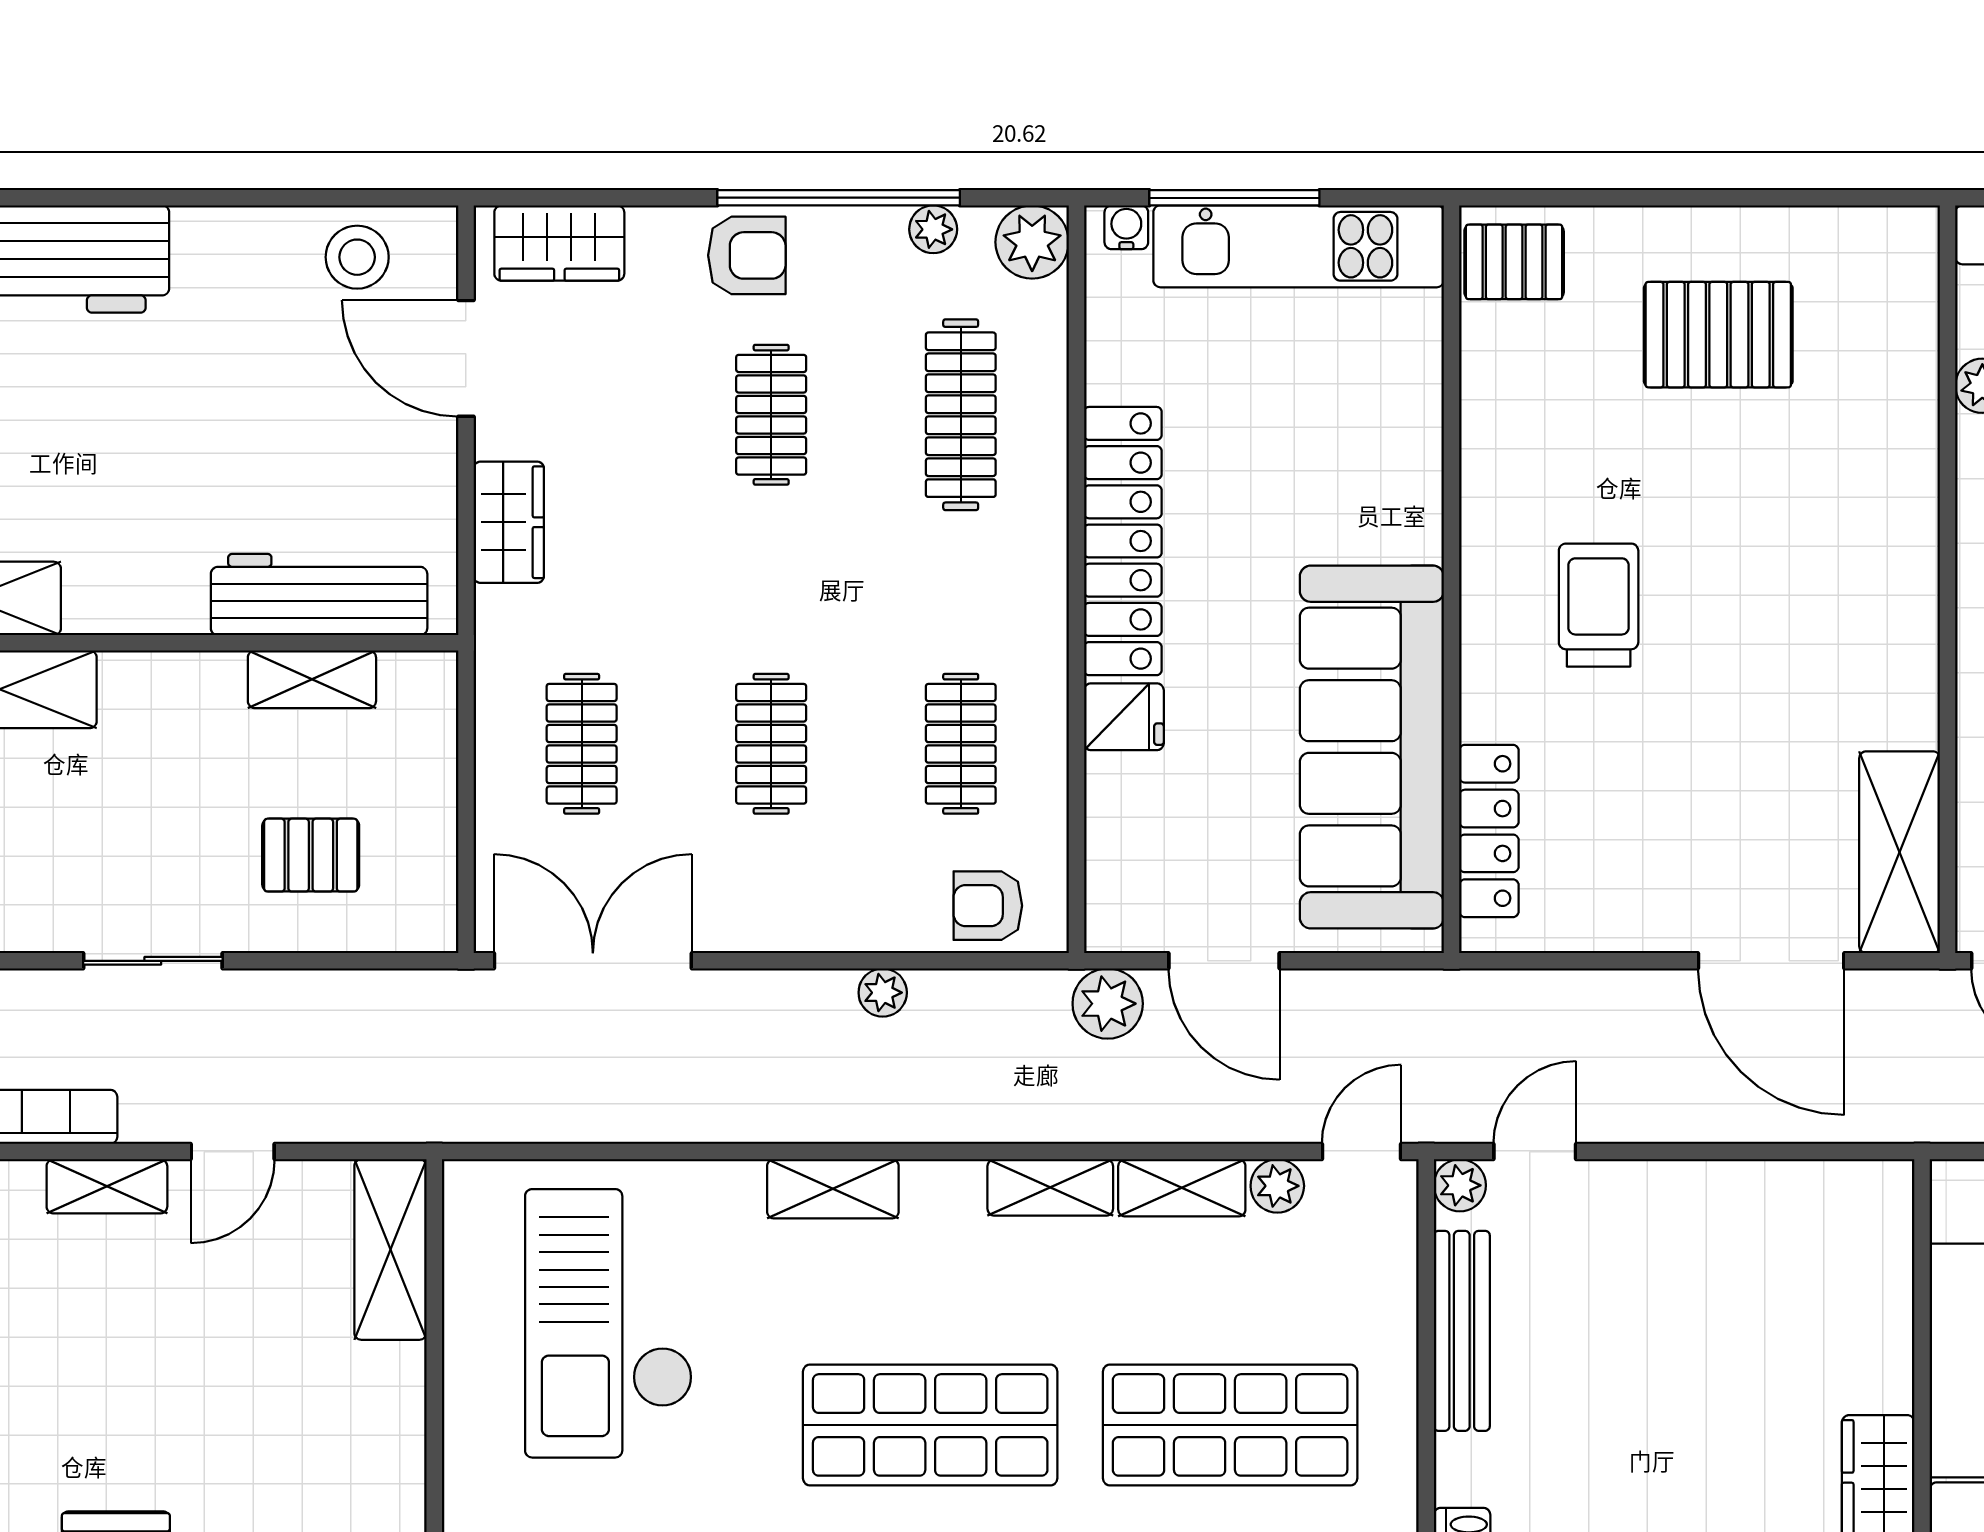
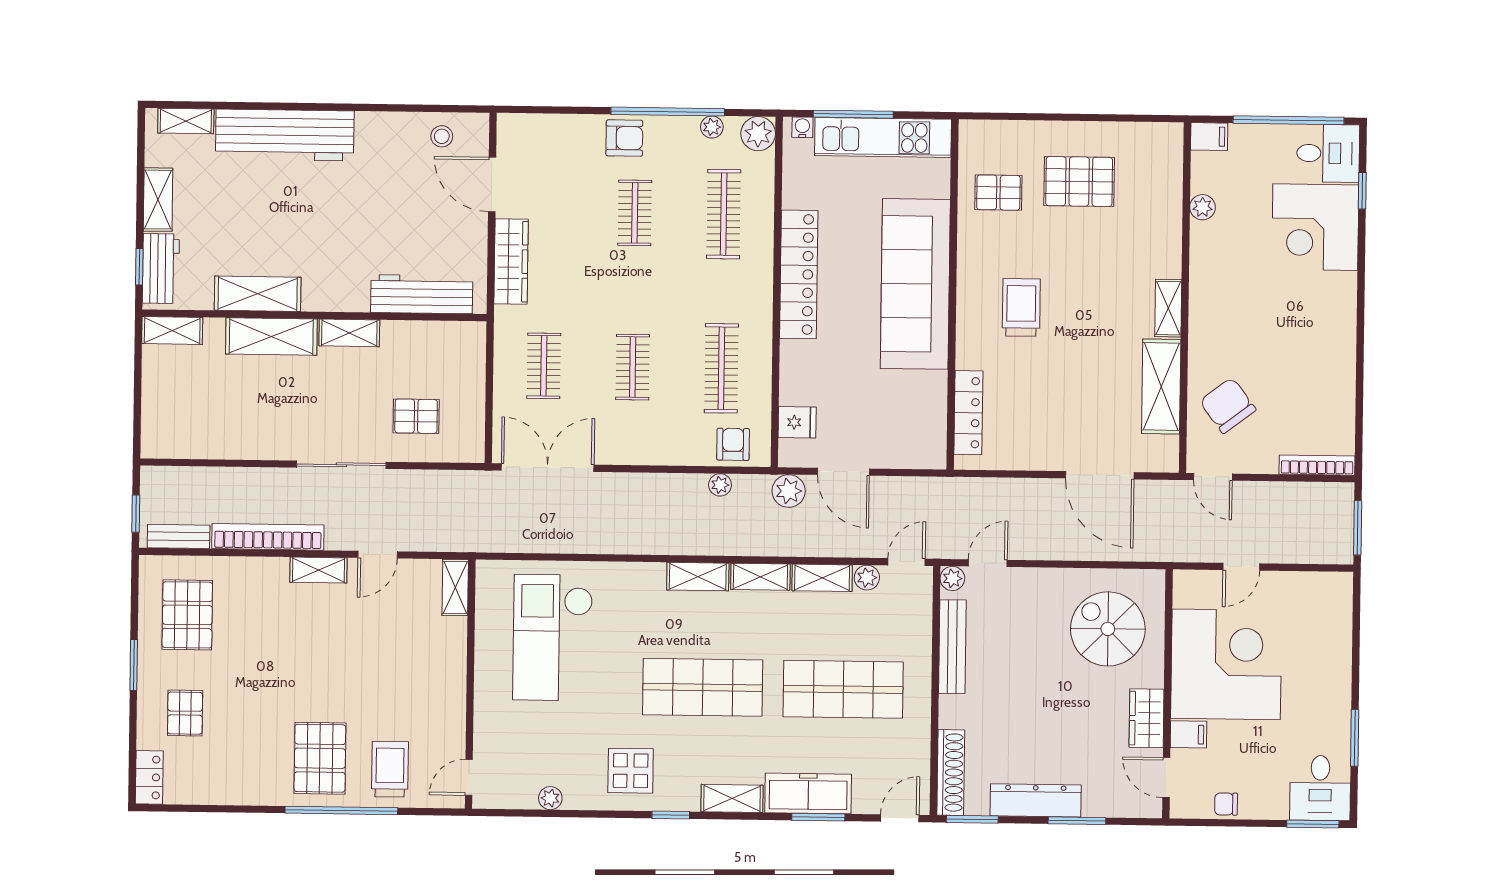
wardrobe: (559, 243) -> (537, 131), removed
stool: (357, 257) -> (442, 136), width x0.73, depth x0.73
pallet: (1514, 262) -> (998, 193), moved
wardrobe: (509, 522) -> (511, 262), width x1.50
shelving: (1912, 602) -> (1168, 308), added
shelving: (312, 679) -> (349, 333), moved
fridge: (1124, 717) -> (797, 422), moved
clothes rail: (961, 744) -> (721, 368), width x1.36
sofa: (1372, 747) -> (915, 284), moved
shelving: (1900, 852) -> (1161, 387), moved
armchair: (988, 906) -> (733, 444), turned 90
sliding door: (153, 961) -> (341, 465), width x1.37
plant: (883, 993) -> (720, 485), moved
shelving: (833, 1189) -> (698, 577), moved
shelving: (390, 1249) -> (455, 588), width x0.67, depth x0.75
spiral stairs: (1793, 1288) -> (1108, 629), added

